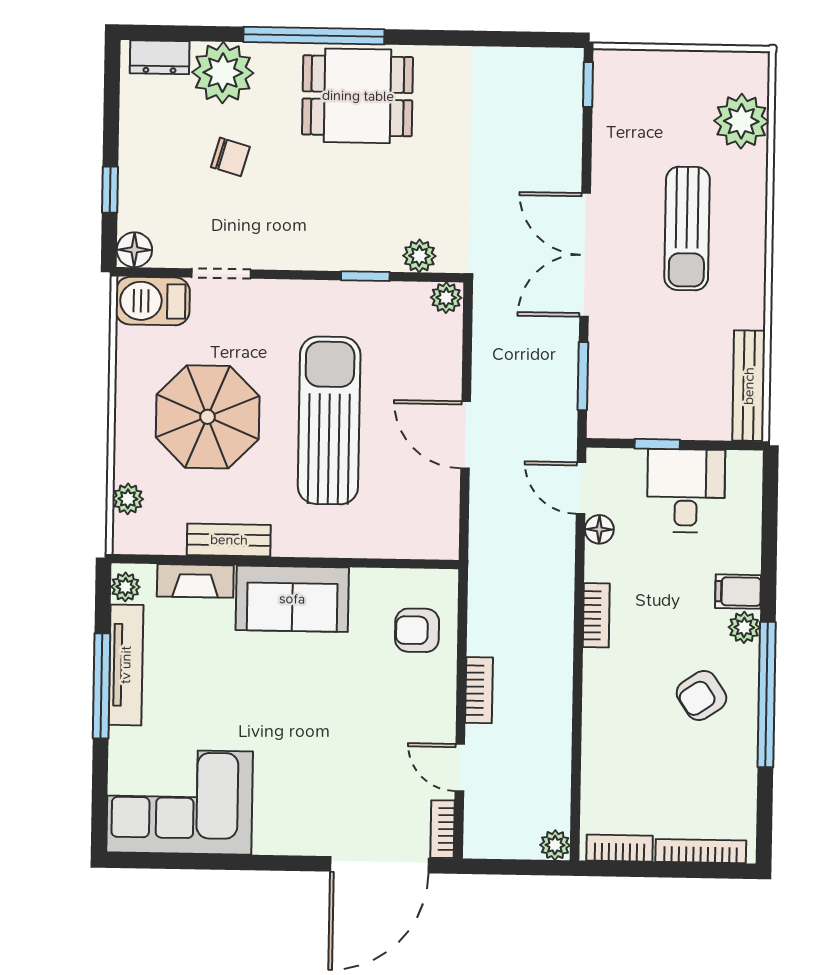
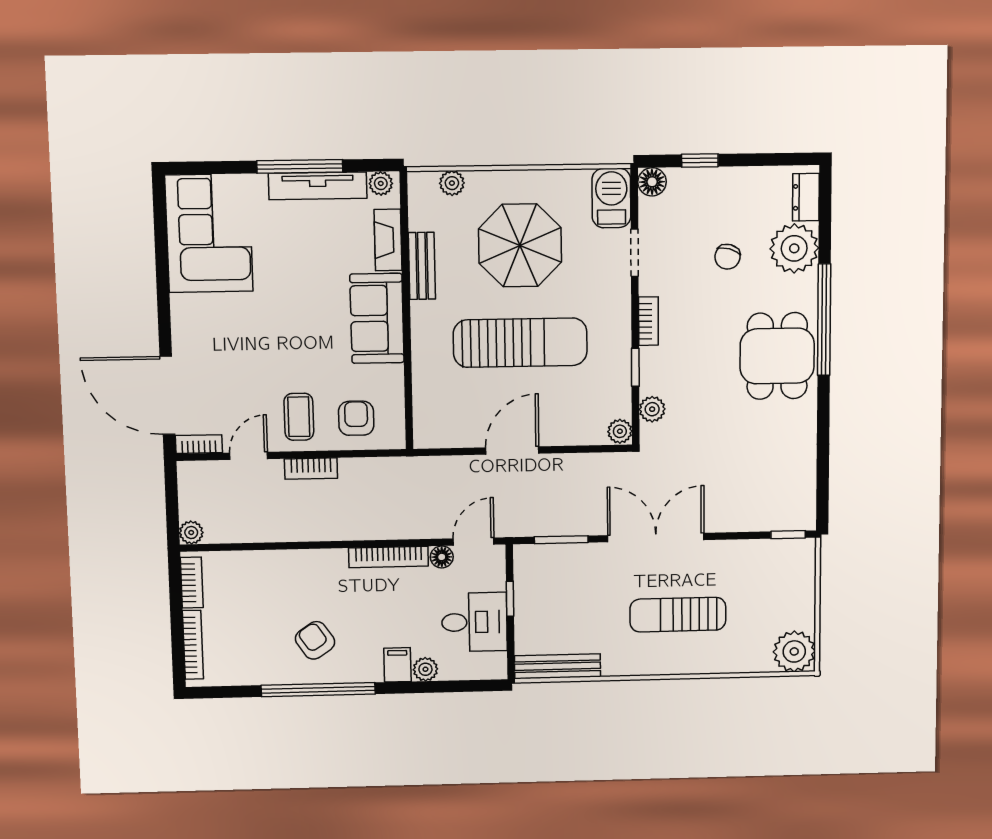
plant: (741, 121) -> (794, 651), moved
bookcase: (308, 258) -> (648, 321), added
bookcase: (596, 615) -> (388, 557), width x1.56
plant: (744, 627) -> (425, 669), moved
coffee table: (412, 702) -> (299, 417), added

